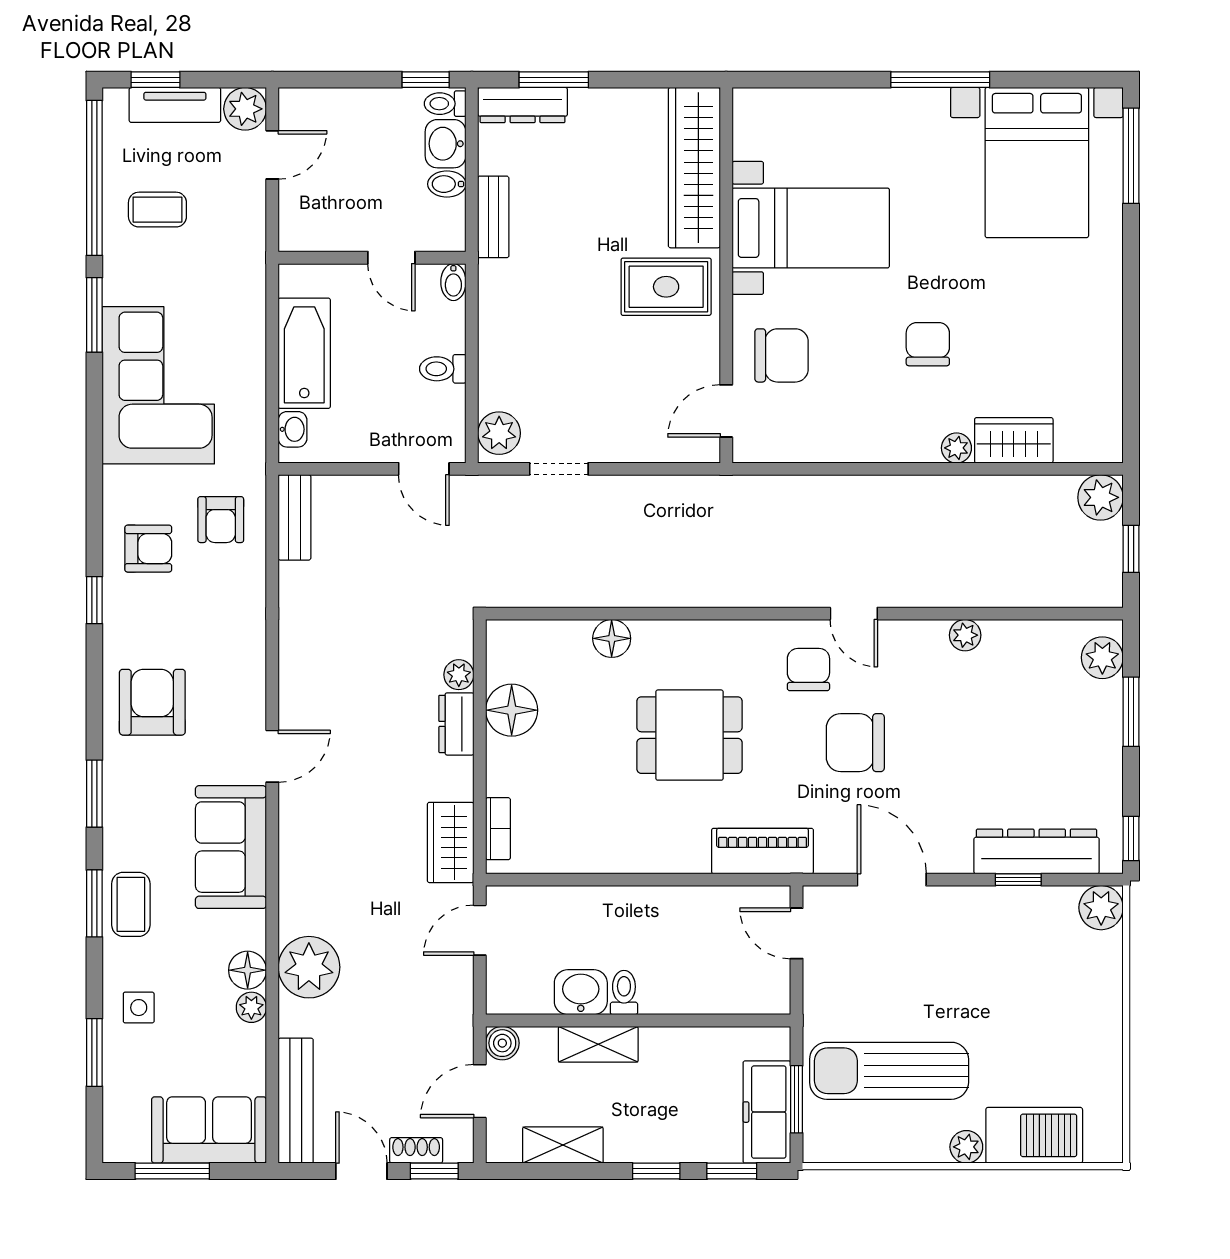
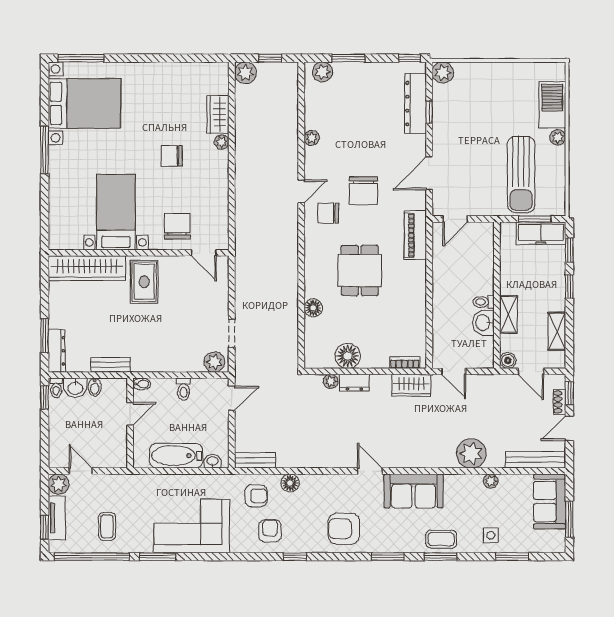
floor lamp: (248, 970) -> (290, 483), moved

